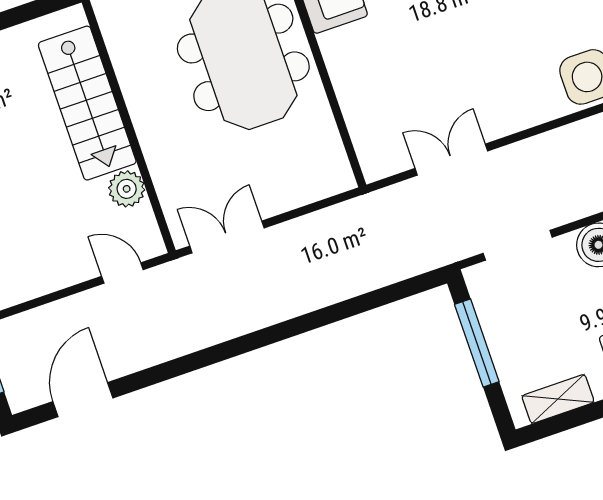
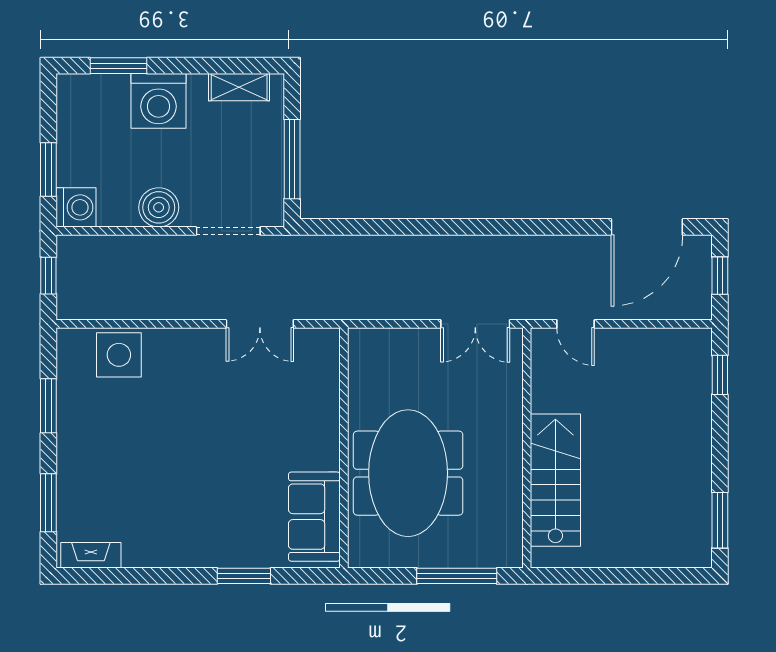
plant: (127, 189) -> (547, 395), removed
door: (83, 400) -> (647, 227), width x1.36

